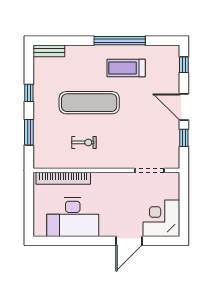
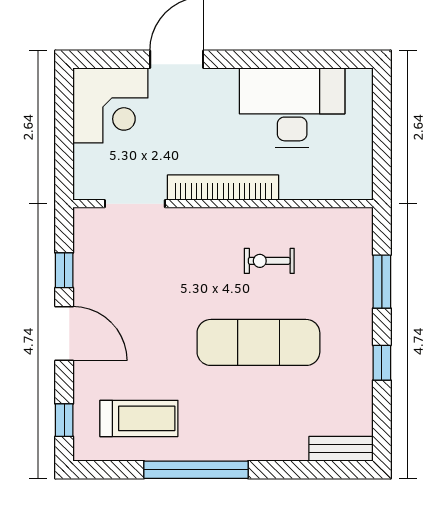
treadmill: (126, 68) -> (139, 418), moved
bookcase: (63, 178) -> (223, 188), moved

